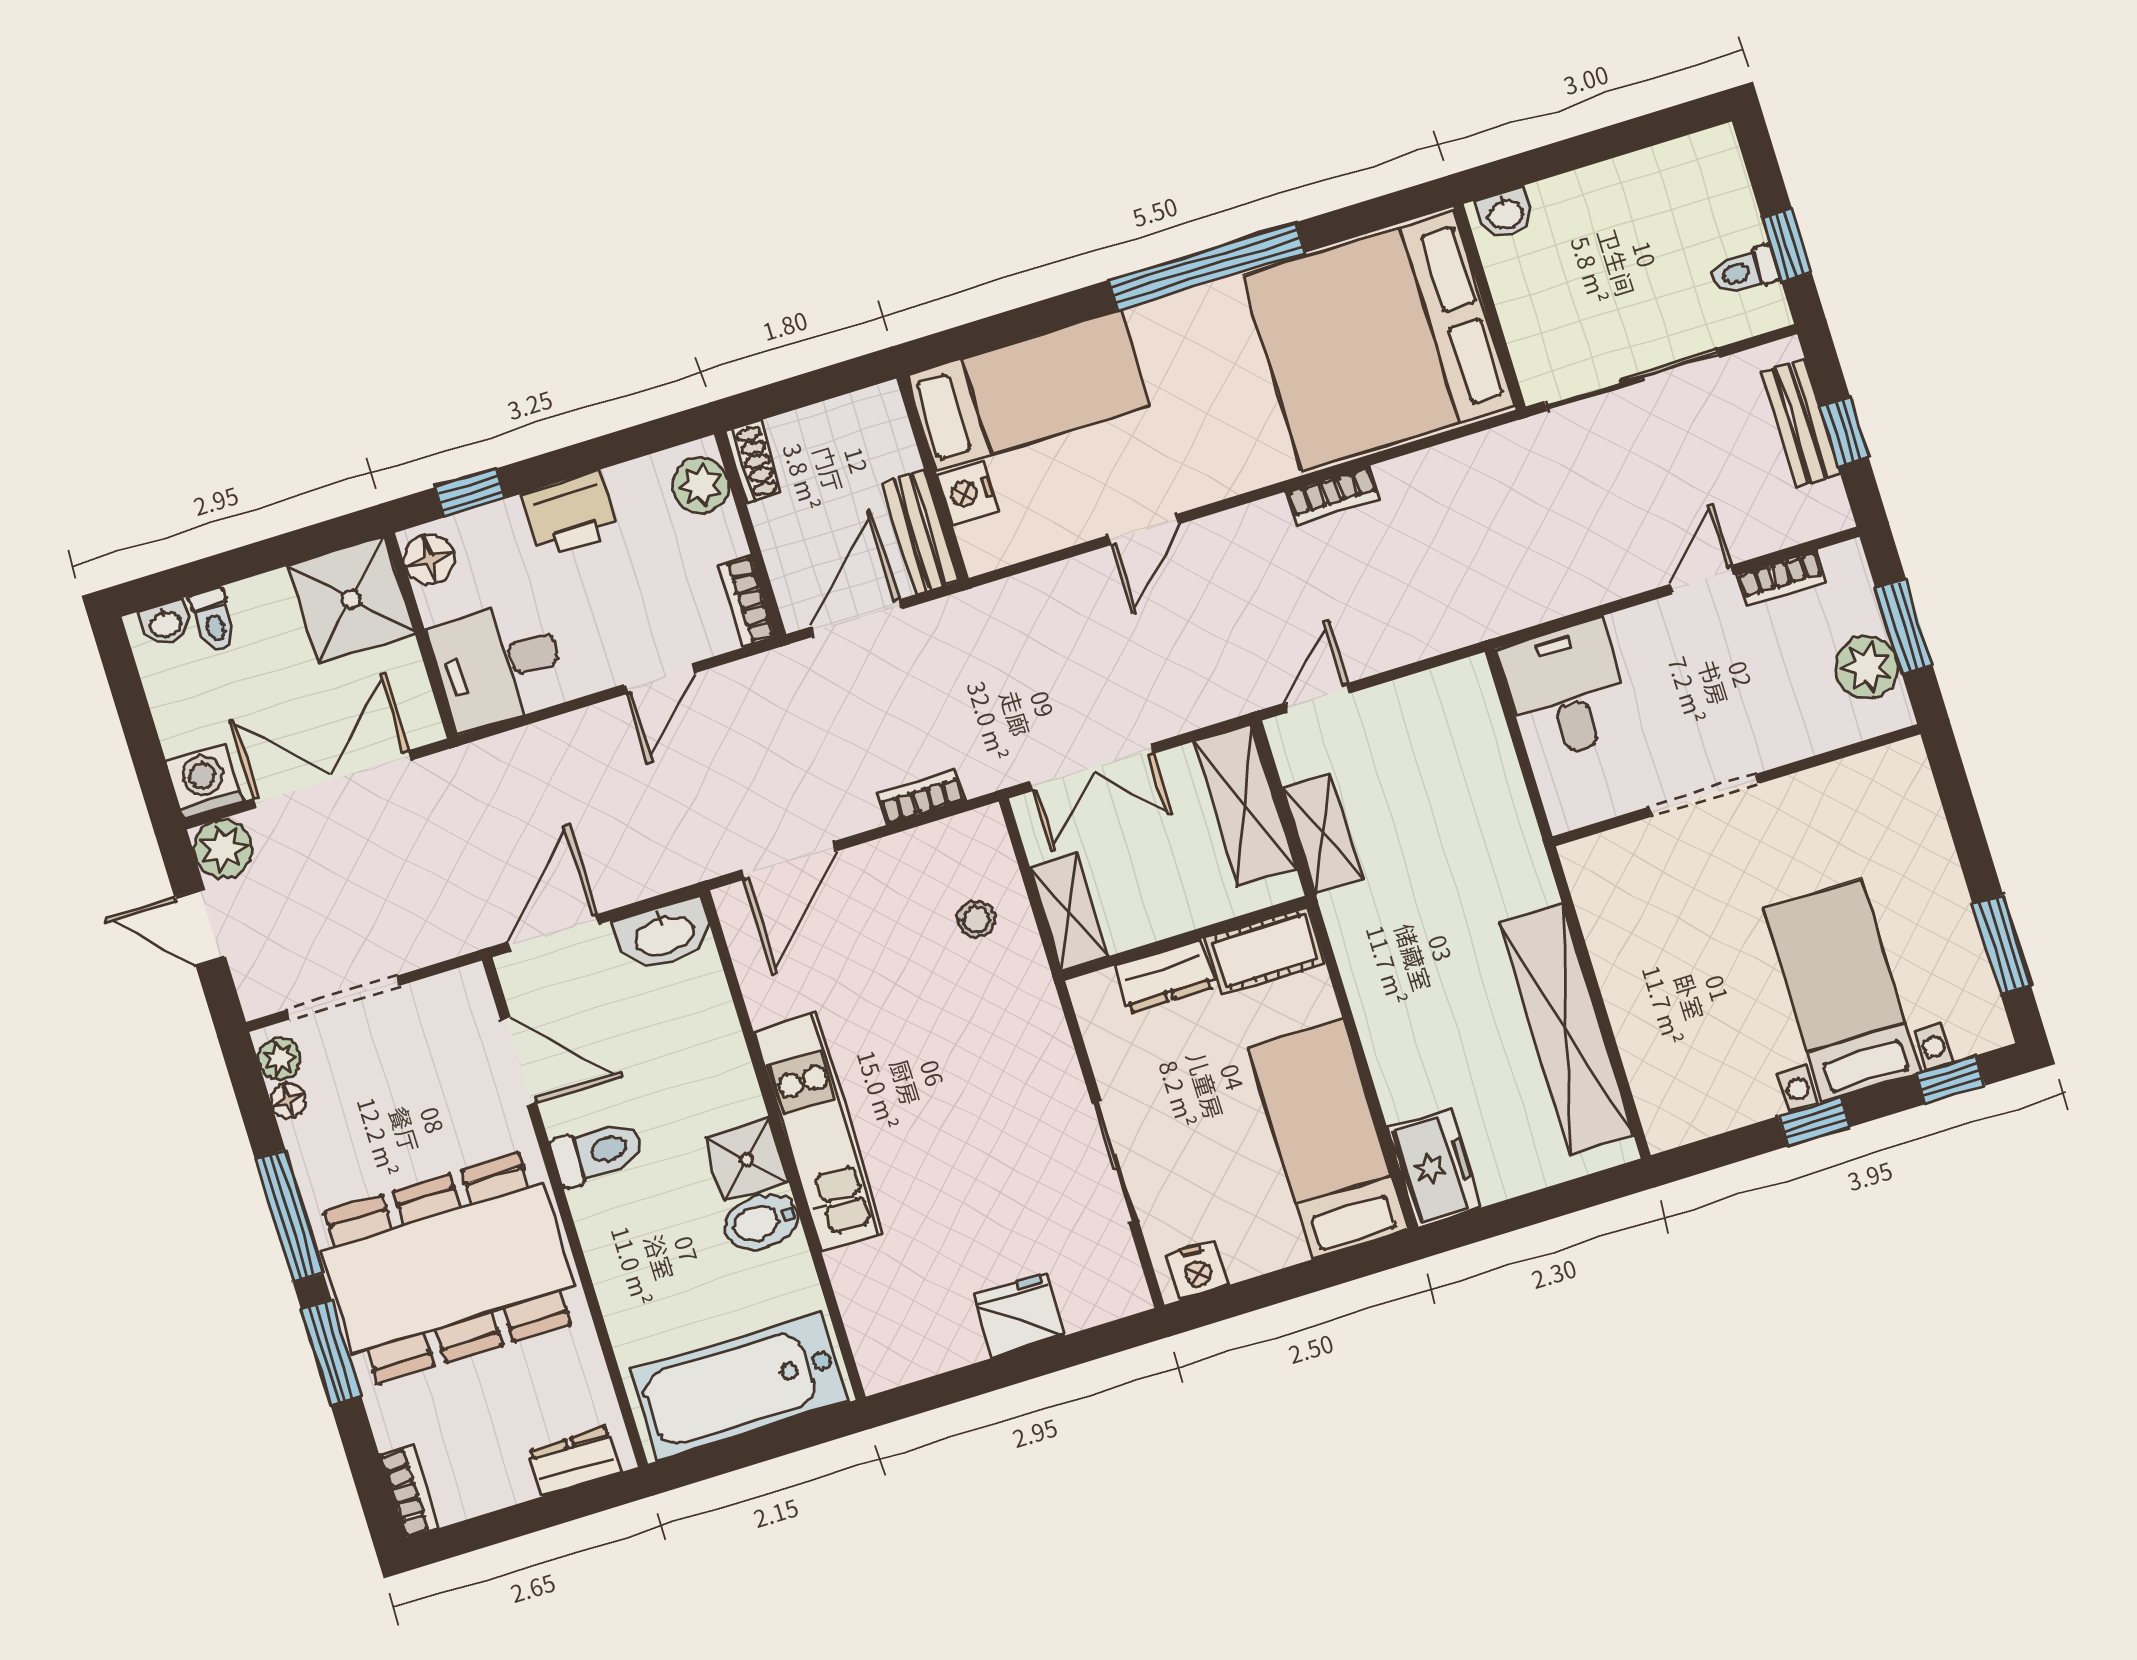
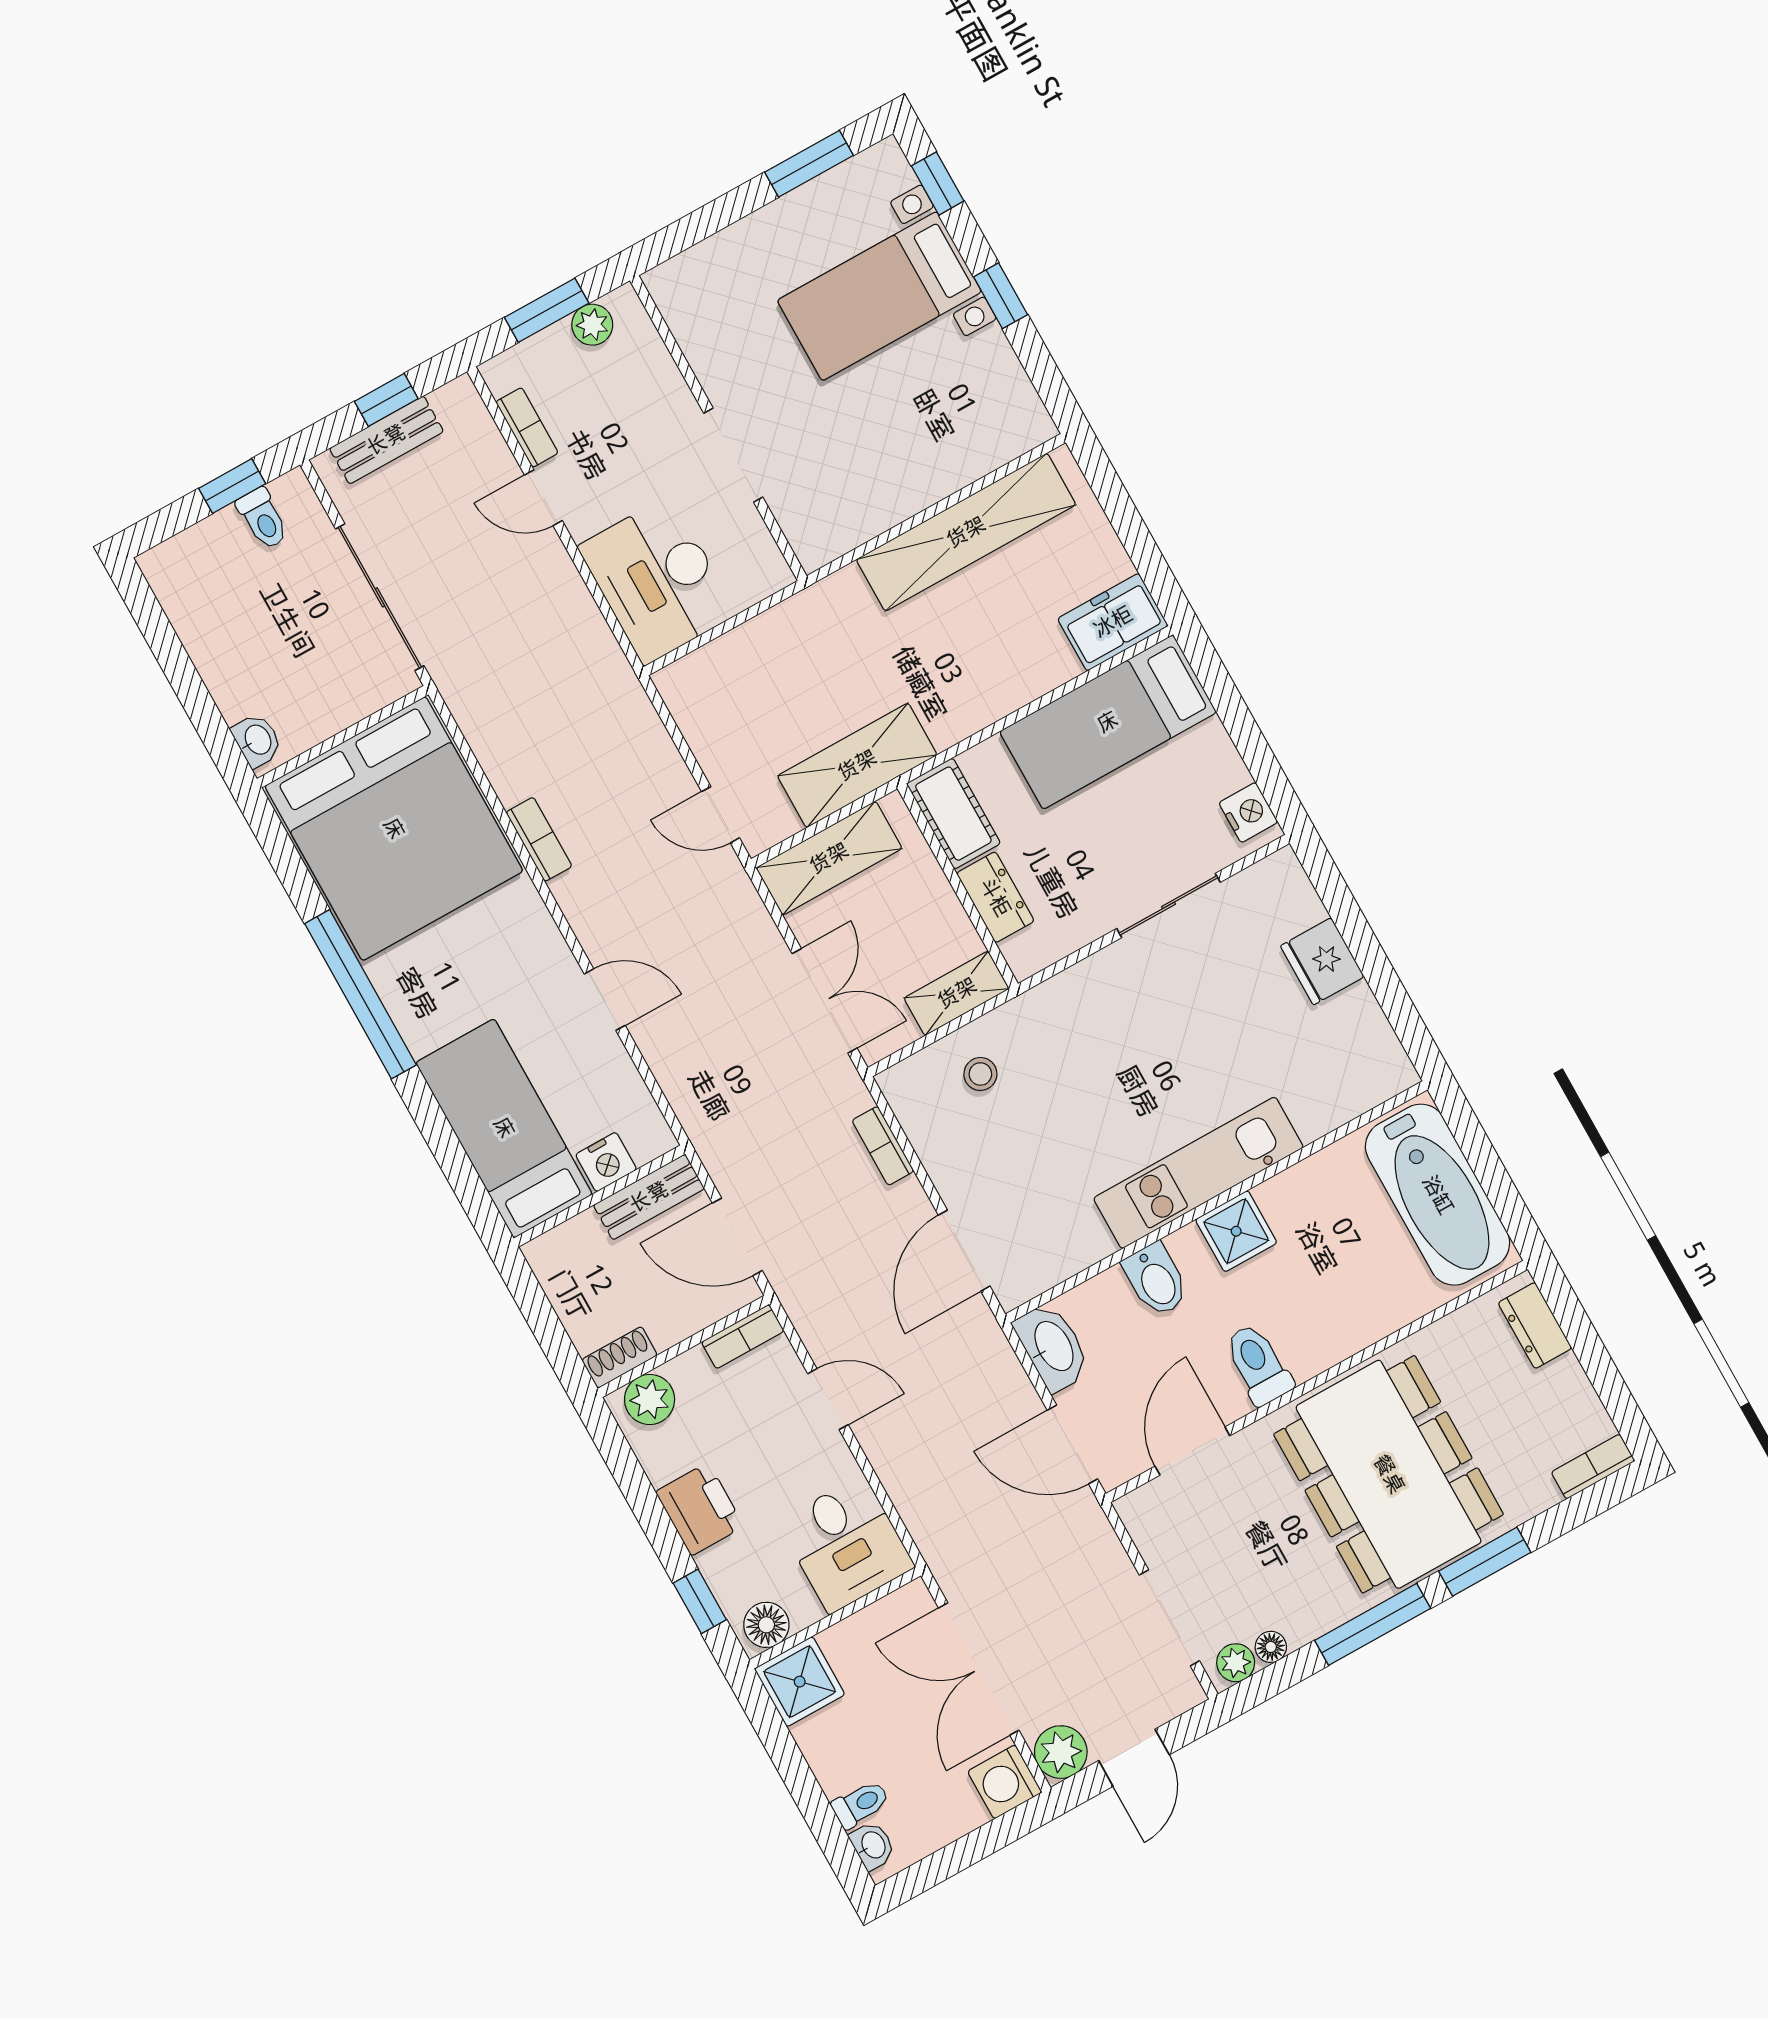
shower: (351, 599) -> (800, 1682), width x0.73, depth x0.73
plant: (1867, 667) -> (592, 325), width x0.73, depth x0.73
desk: (1566, 690) -> (657, 580), width x1.37
shelving: (1323, 833) -> (857, 765), width x1.50, depth x1.33
door: (789, 861) -> (964, 1251), swing flipped
bidet: (762, 1222) -> (1156, 1280), moved

